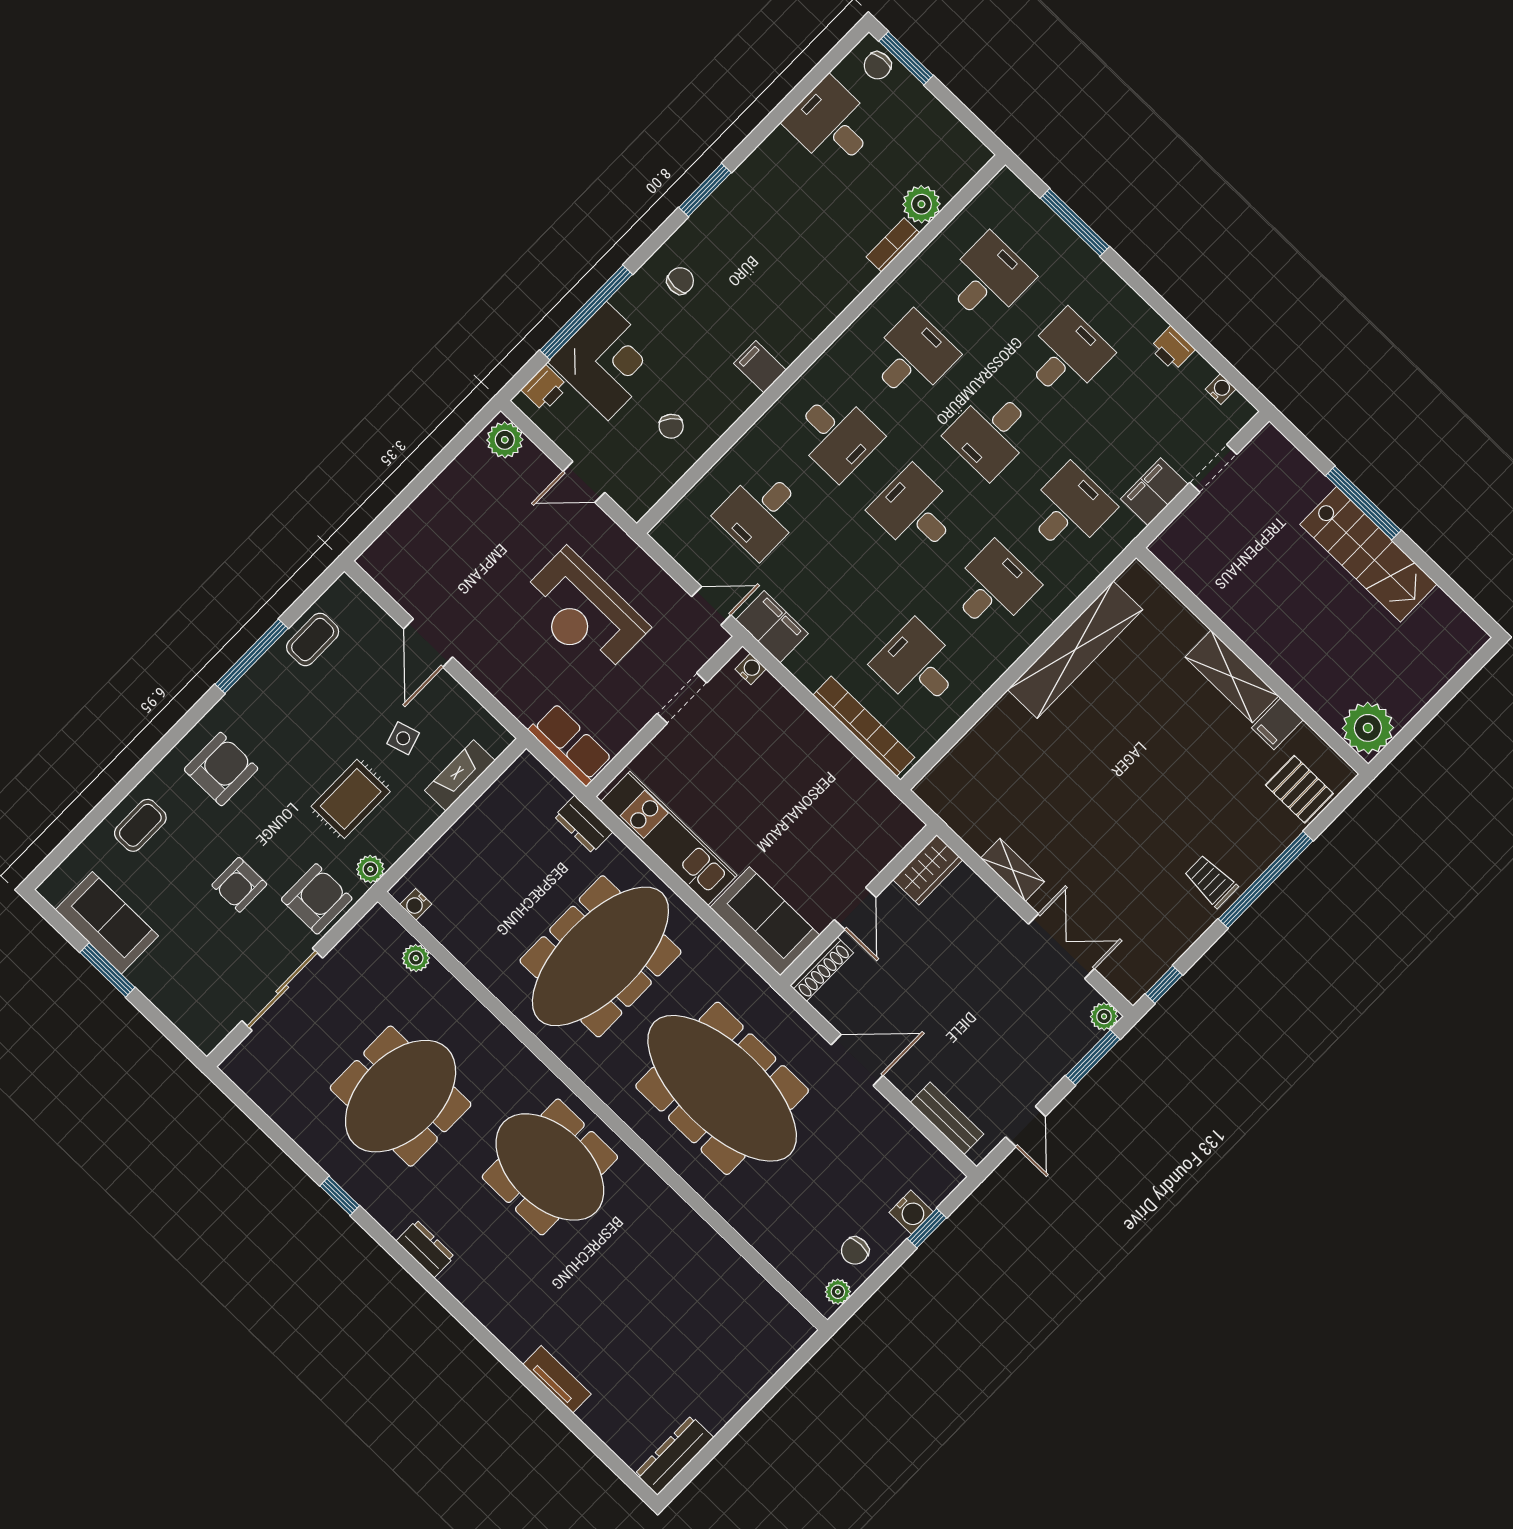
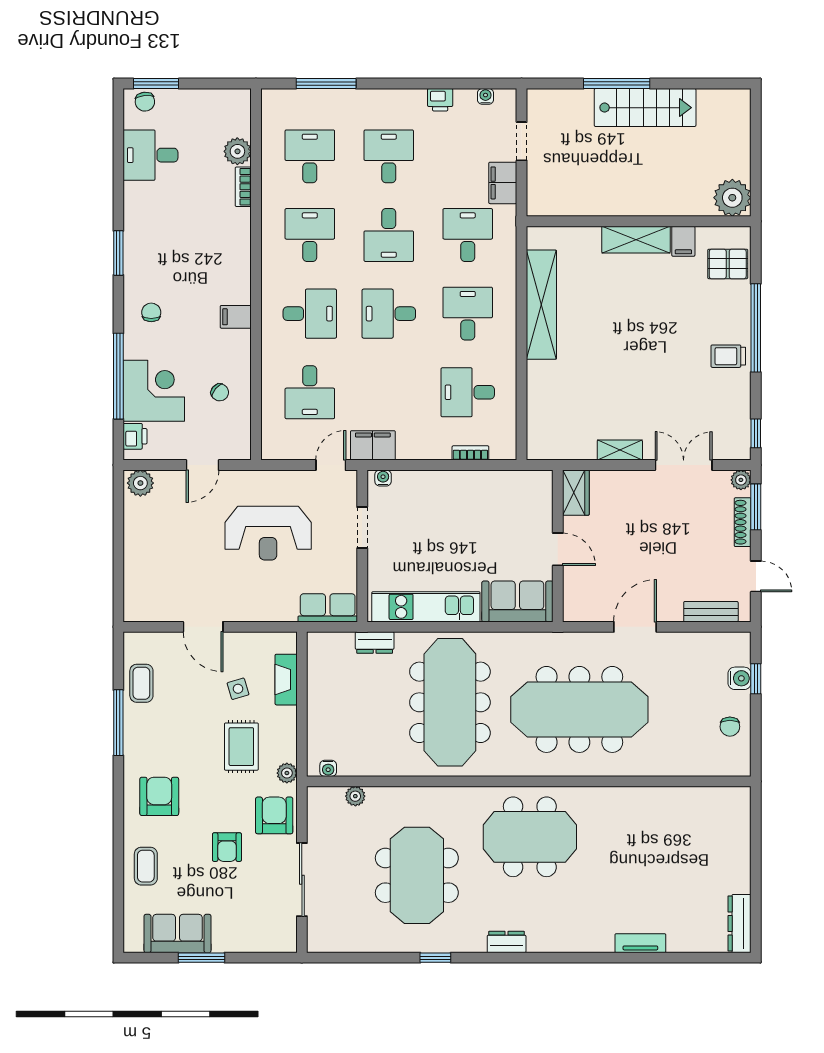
bookcase: (864, 726) -> (470, 453), width x0.43, depth x0.76
shoe rack: (822, 969) -> (743, 522), moved, turned 180
plant: (838, 1292) -> (742, 756), removed

